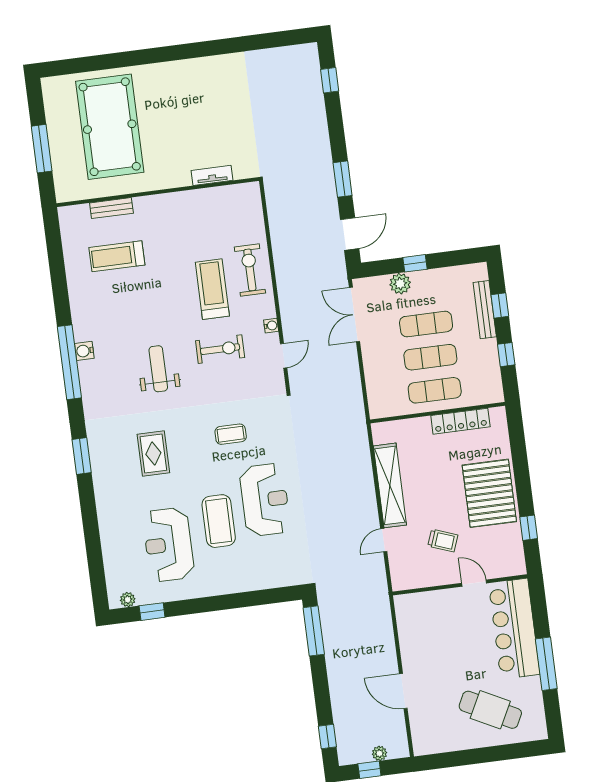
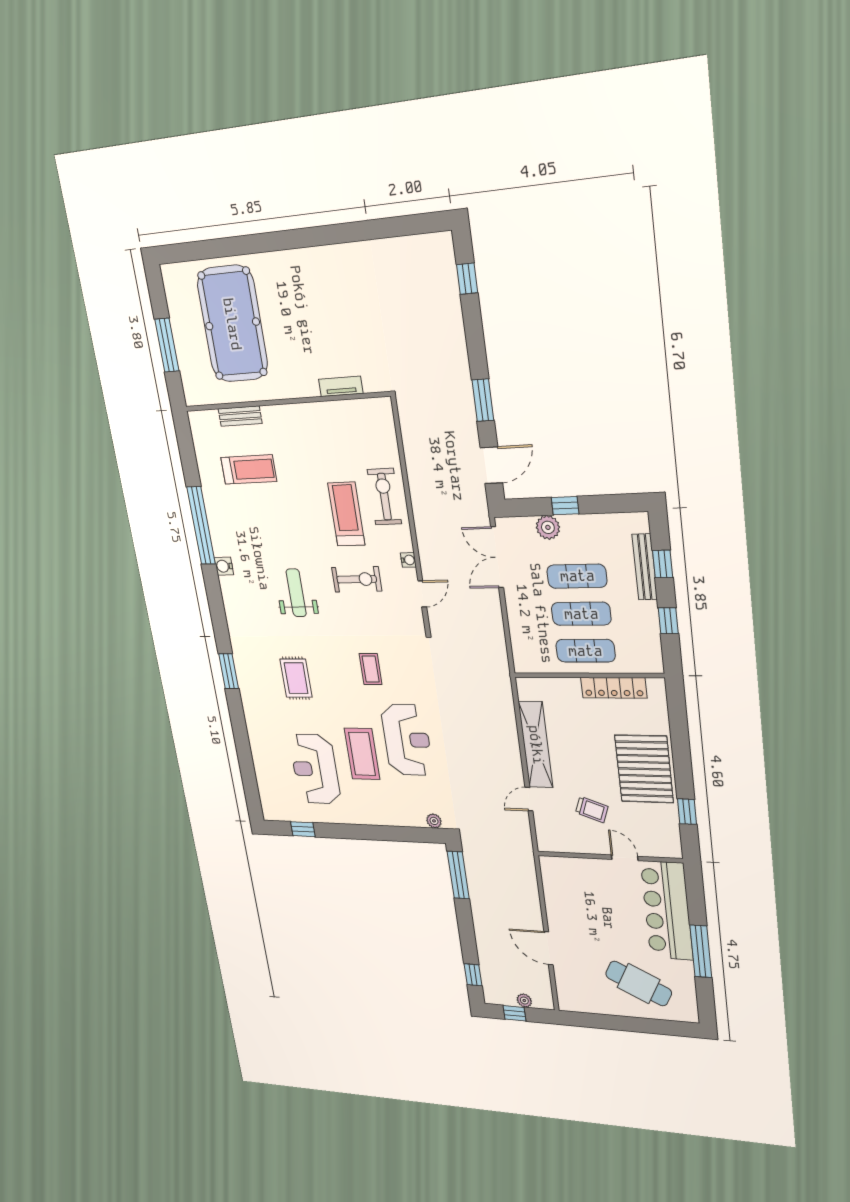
treadmill: (117, 256) -> (249, 469), turned 180
window: (69, 362) -> (201, 526), moved
coffee table: (231, 434) -> (371, 669), turned 90
plant: (128, 600) -> (434, 821), moved

